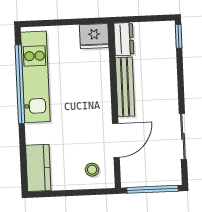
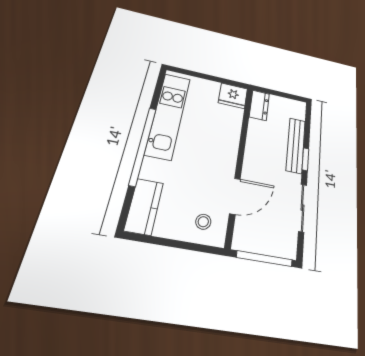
window: (179, 36) -> (305, 159), moved
window: (20, 84) -> (143, 146), moved
bench: (125, 87) -> (296, 145), moved

